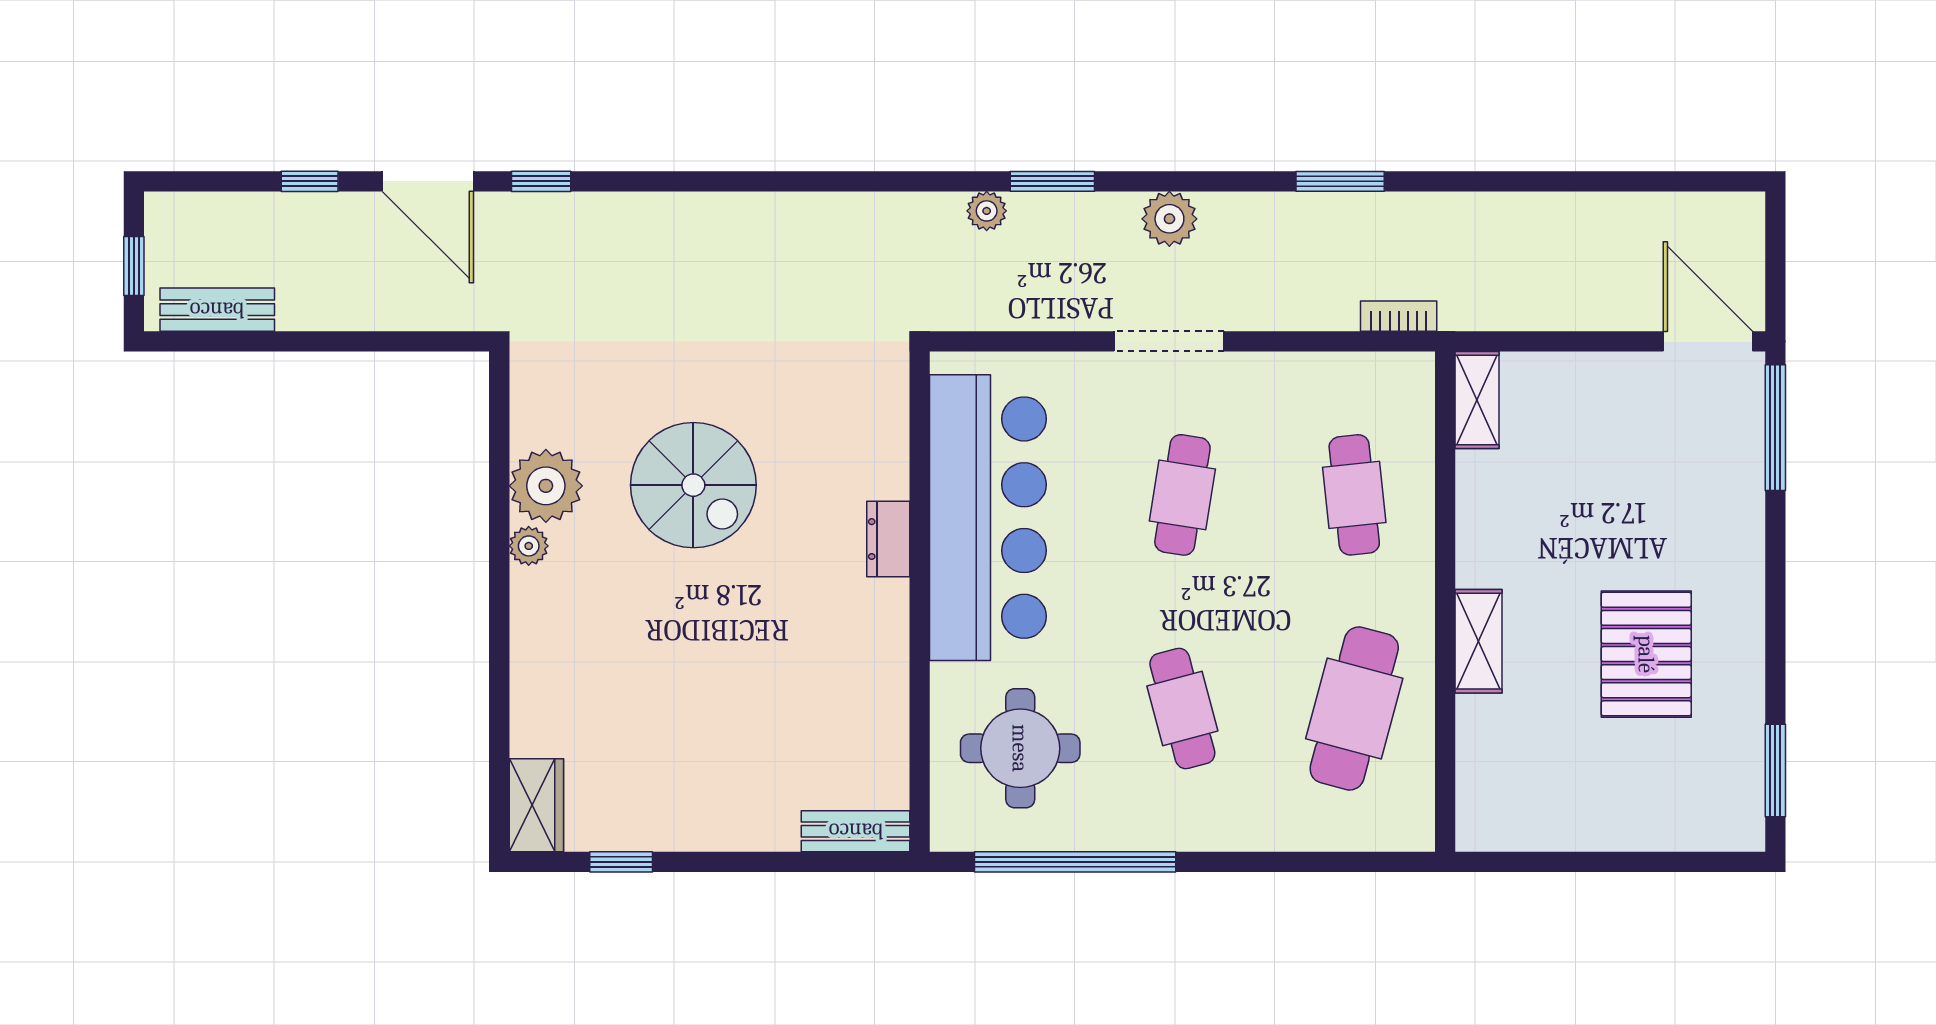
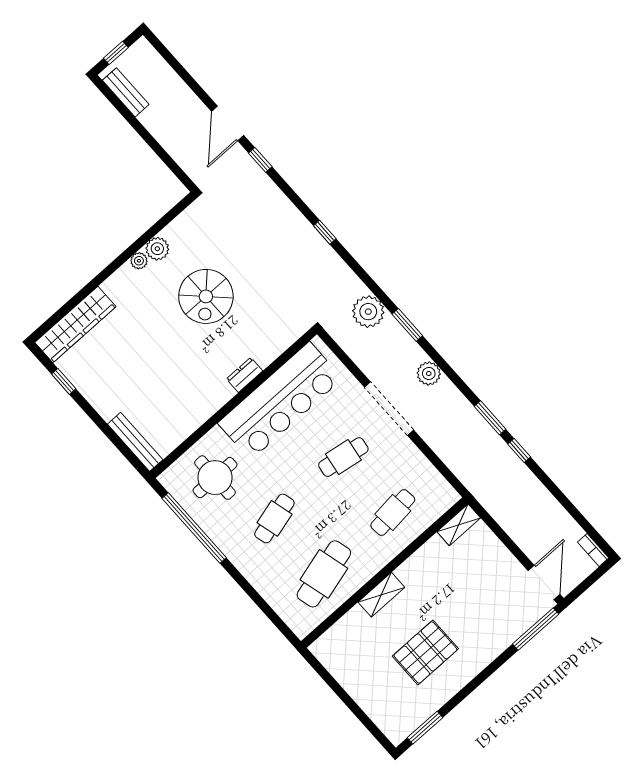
window: (310, 181) -> (325, 232), moved
window: (1442, 181) -> (519, 451), added
plant: (987, 211) -> (368, 312), width x1.88, depth x1.88
bookcase: (1399, 316) -> (593, 550), moved, turned 180
doorway: (1169, 341) -> (389, 409), width x1.36
plant: (546, 486) -> (157, 249), width x0.73, depth x0.73
cafe table: (1354, 708) -> (324, 574), turned -30
wardrobe: (536, 805) -> (75, 325), width x2.10, depth x1.17
bench: (856, 831) -> (135, 442), width x1.36

